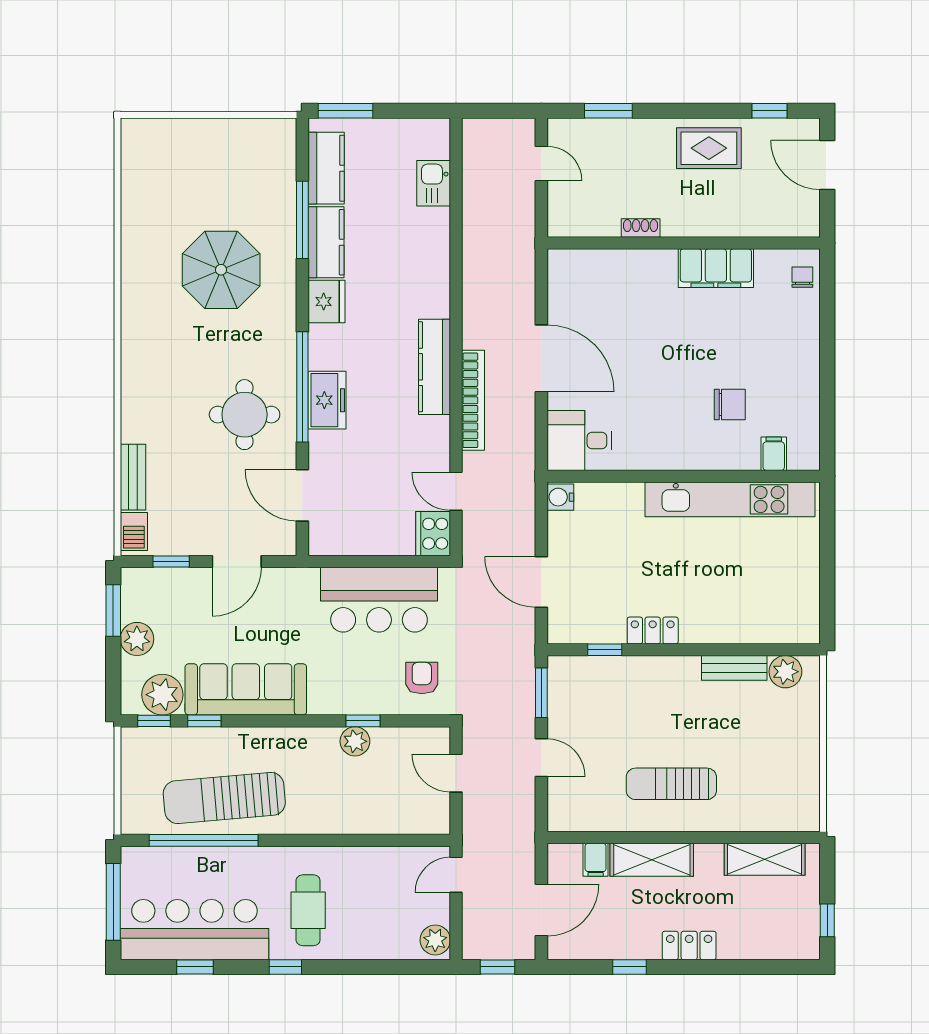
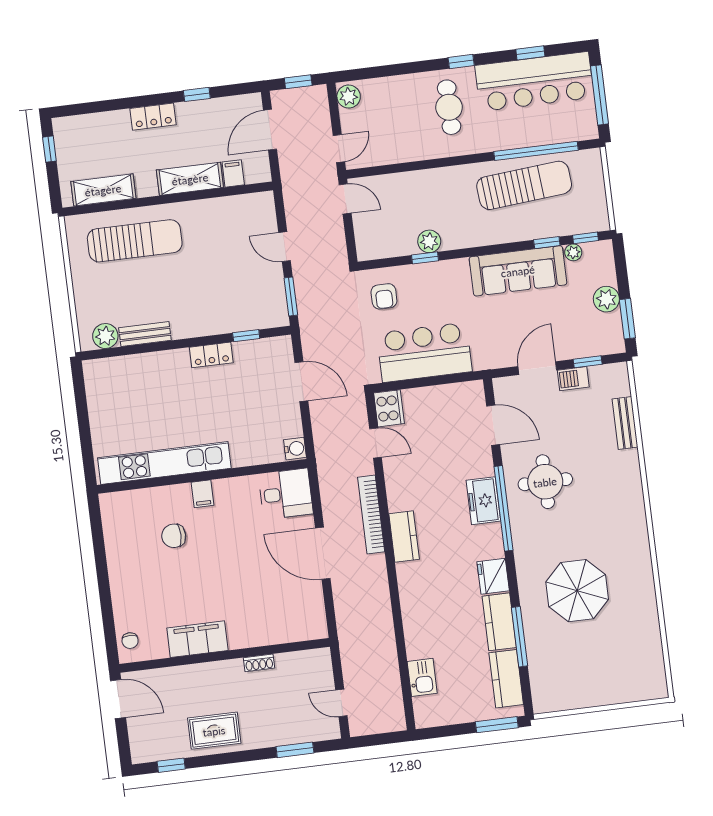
door: (827, 165) -> (118, 699), moved
kitchen counter: (434, 367) -> (404, 537), width x0.67
filing cabinet: (774, 454) -> (203, 494), moved
barbecue: (134, 531) -> (573, 379), moved, turned -90
plant: (162, 695) -> (573, 252), width x0.53, depth x0.53
door: (456, 773) -> (345, 199), moved
sun lounger: (671, 784) -> (135, 241), moved, width x1.36, depth x1.34

